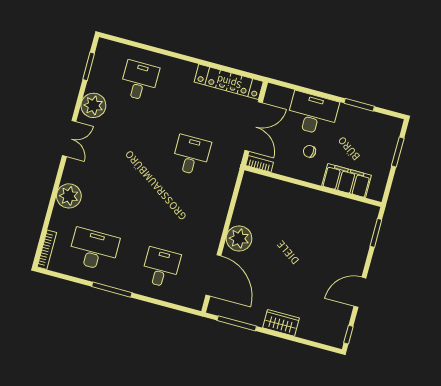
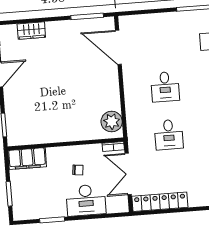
filing cabinet: (347, 181) -> (27, 159), moved
plant: (239, 238) -> (112, 122), moved
desk: (161, 268) -> (165, 87), moved
wardrobe: (281, 323) -> (31, 31), moved

